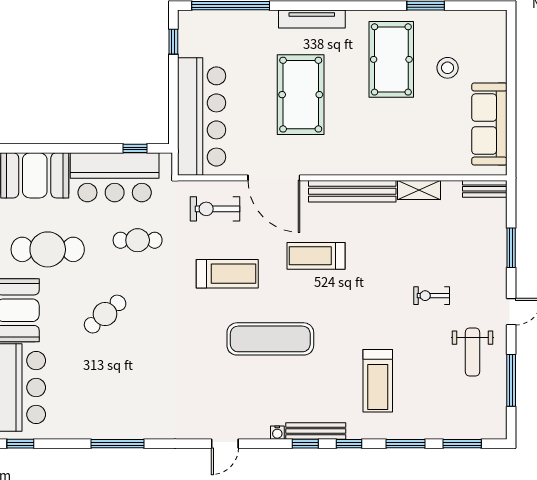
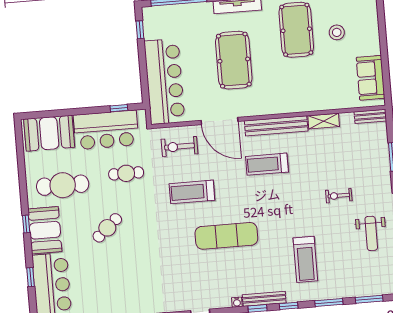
sofa: (489, 124) -> (371, 78), width x0.73
treadmill: (316, 256) -> (267, 164), moved
treadmill: (227, 274) -> (192, 192), turned 180

